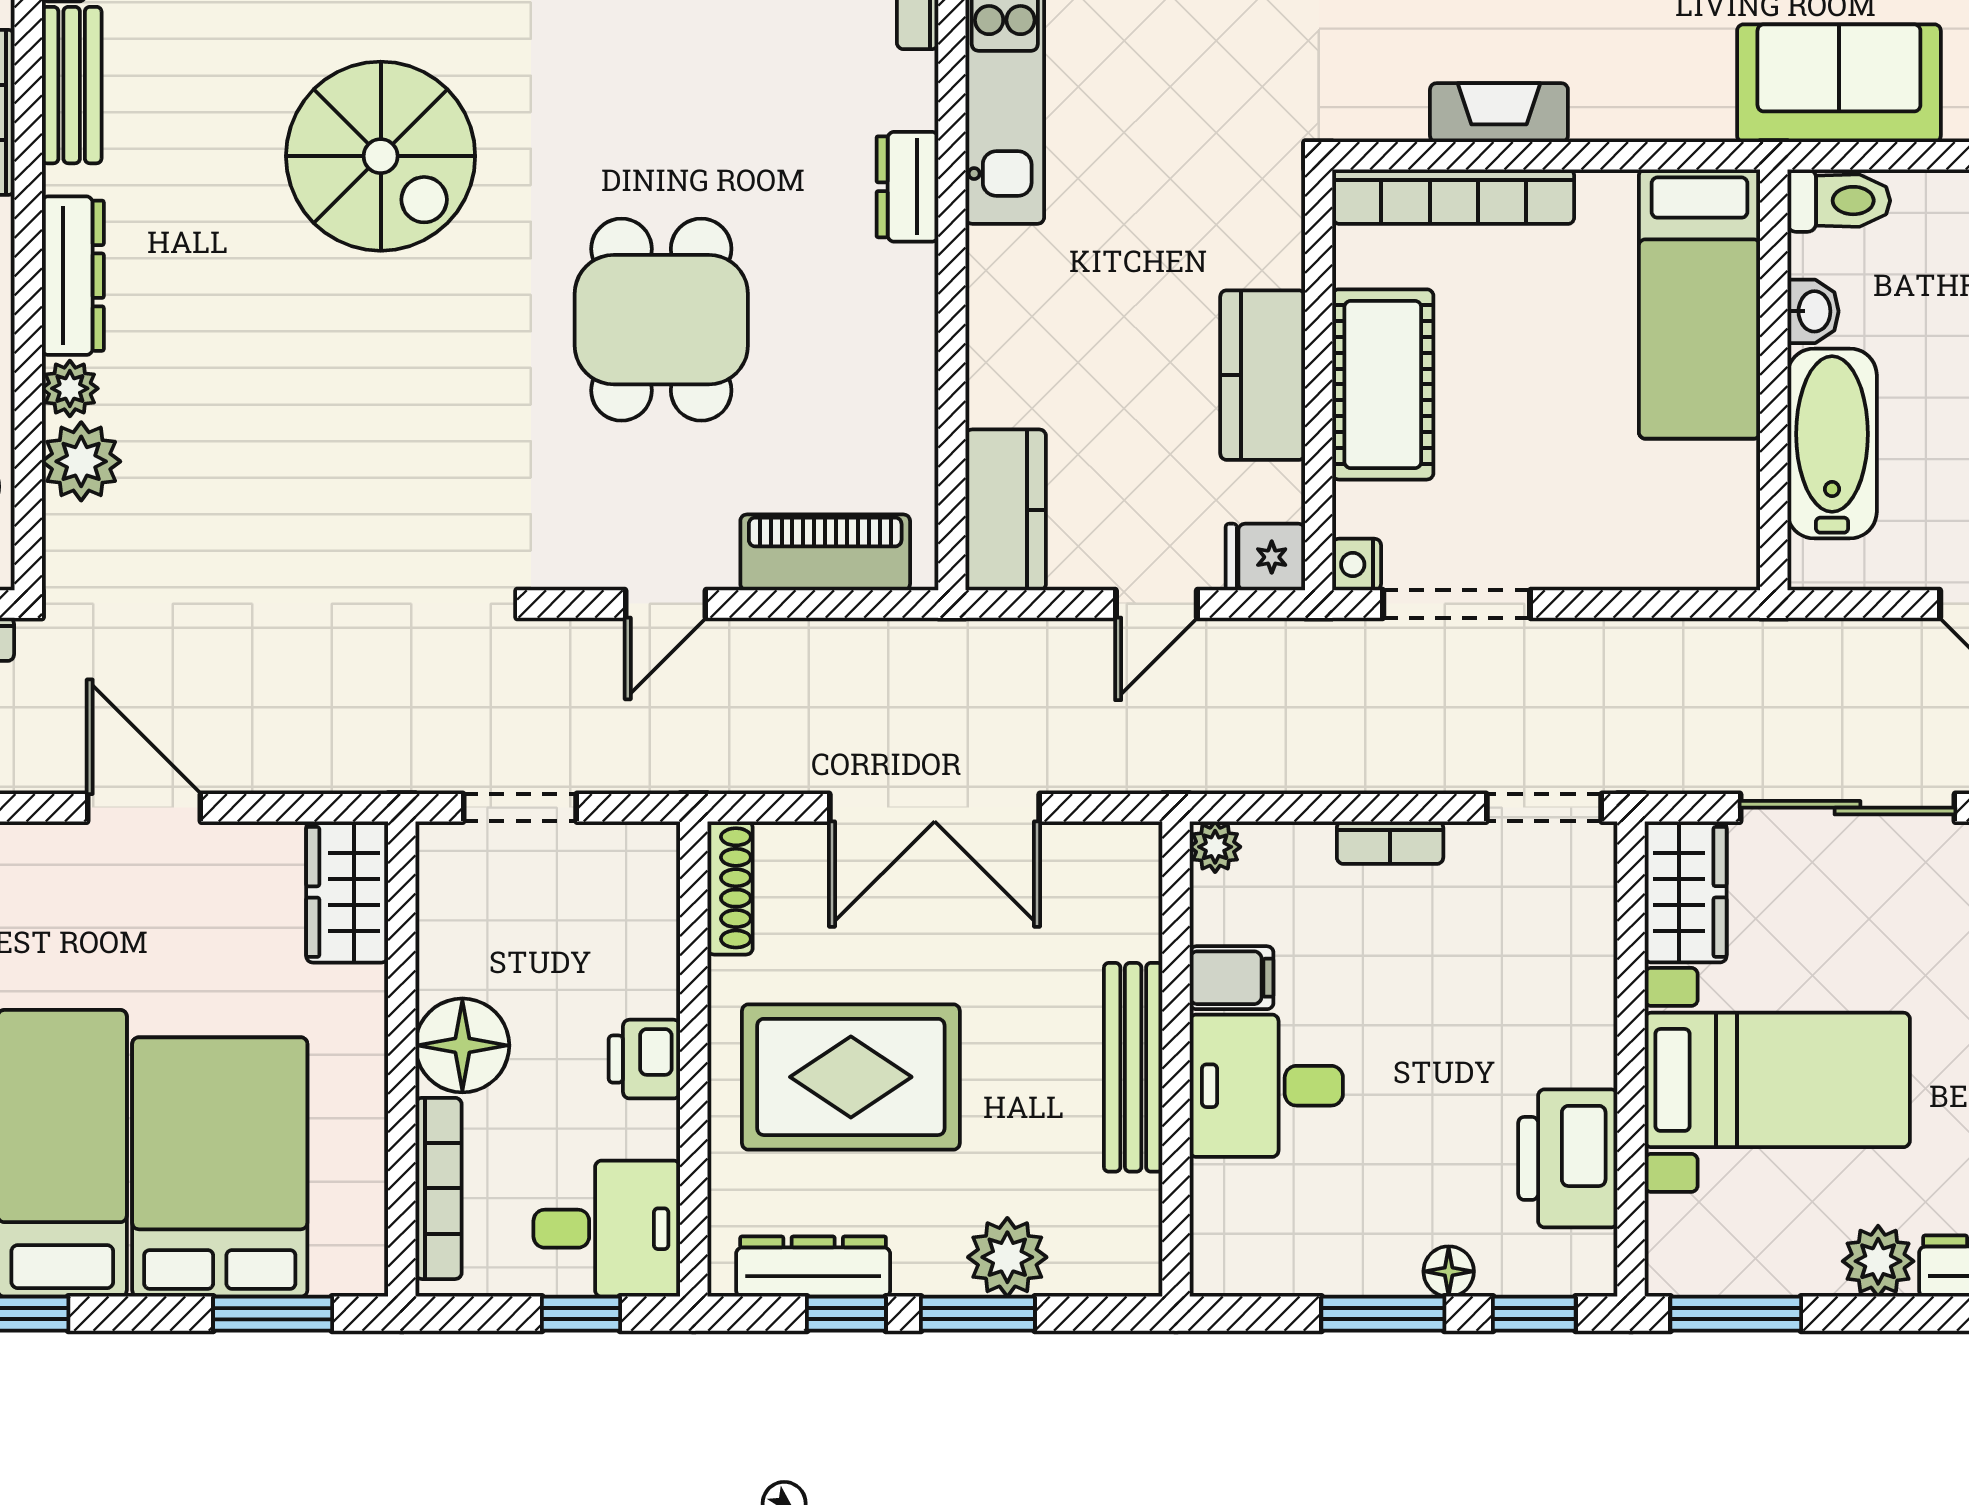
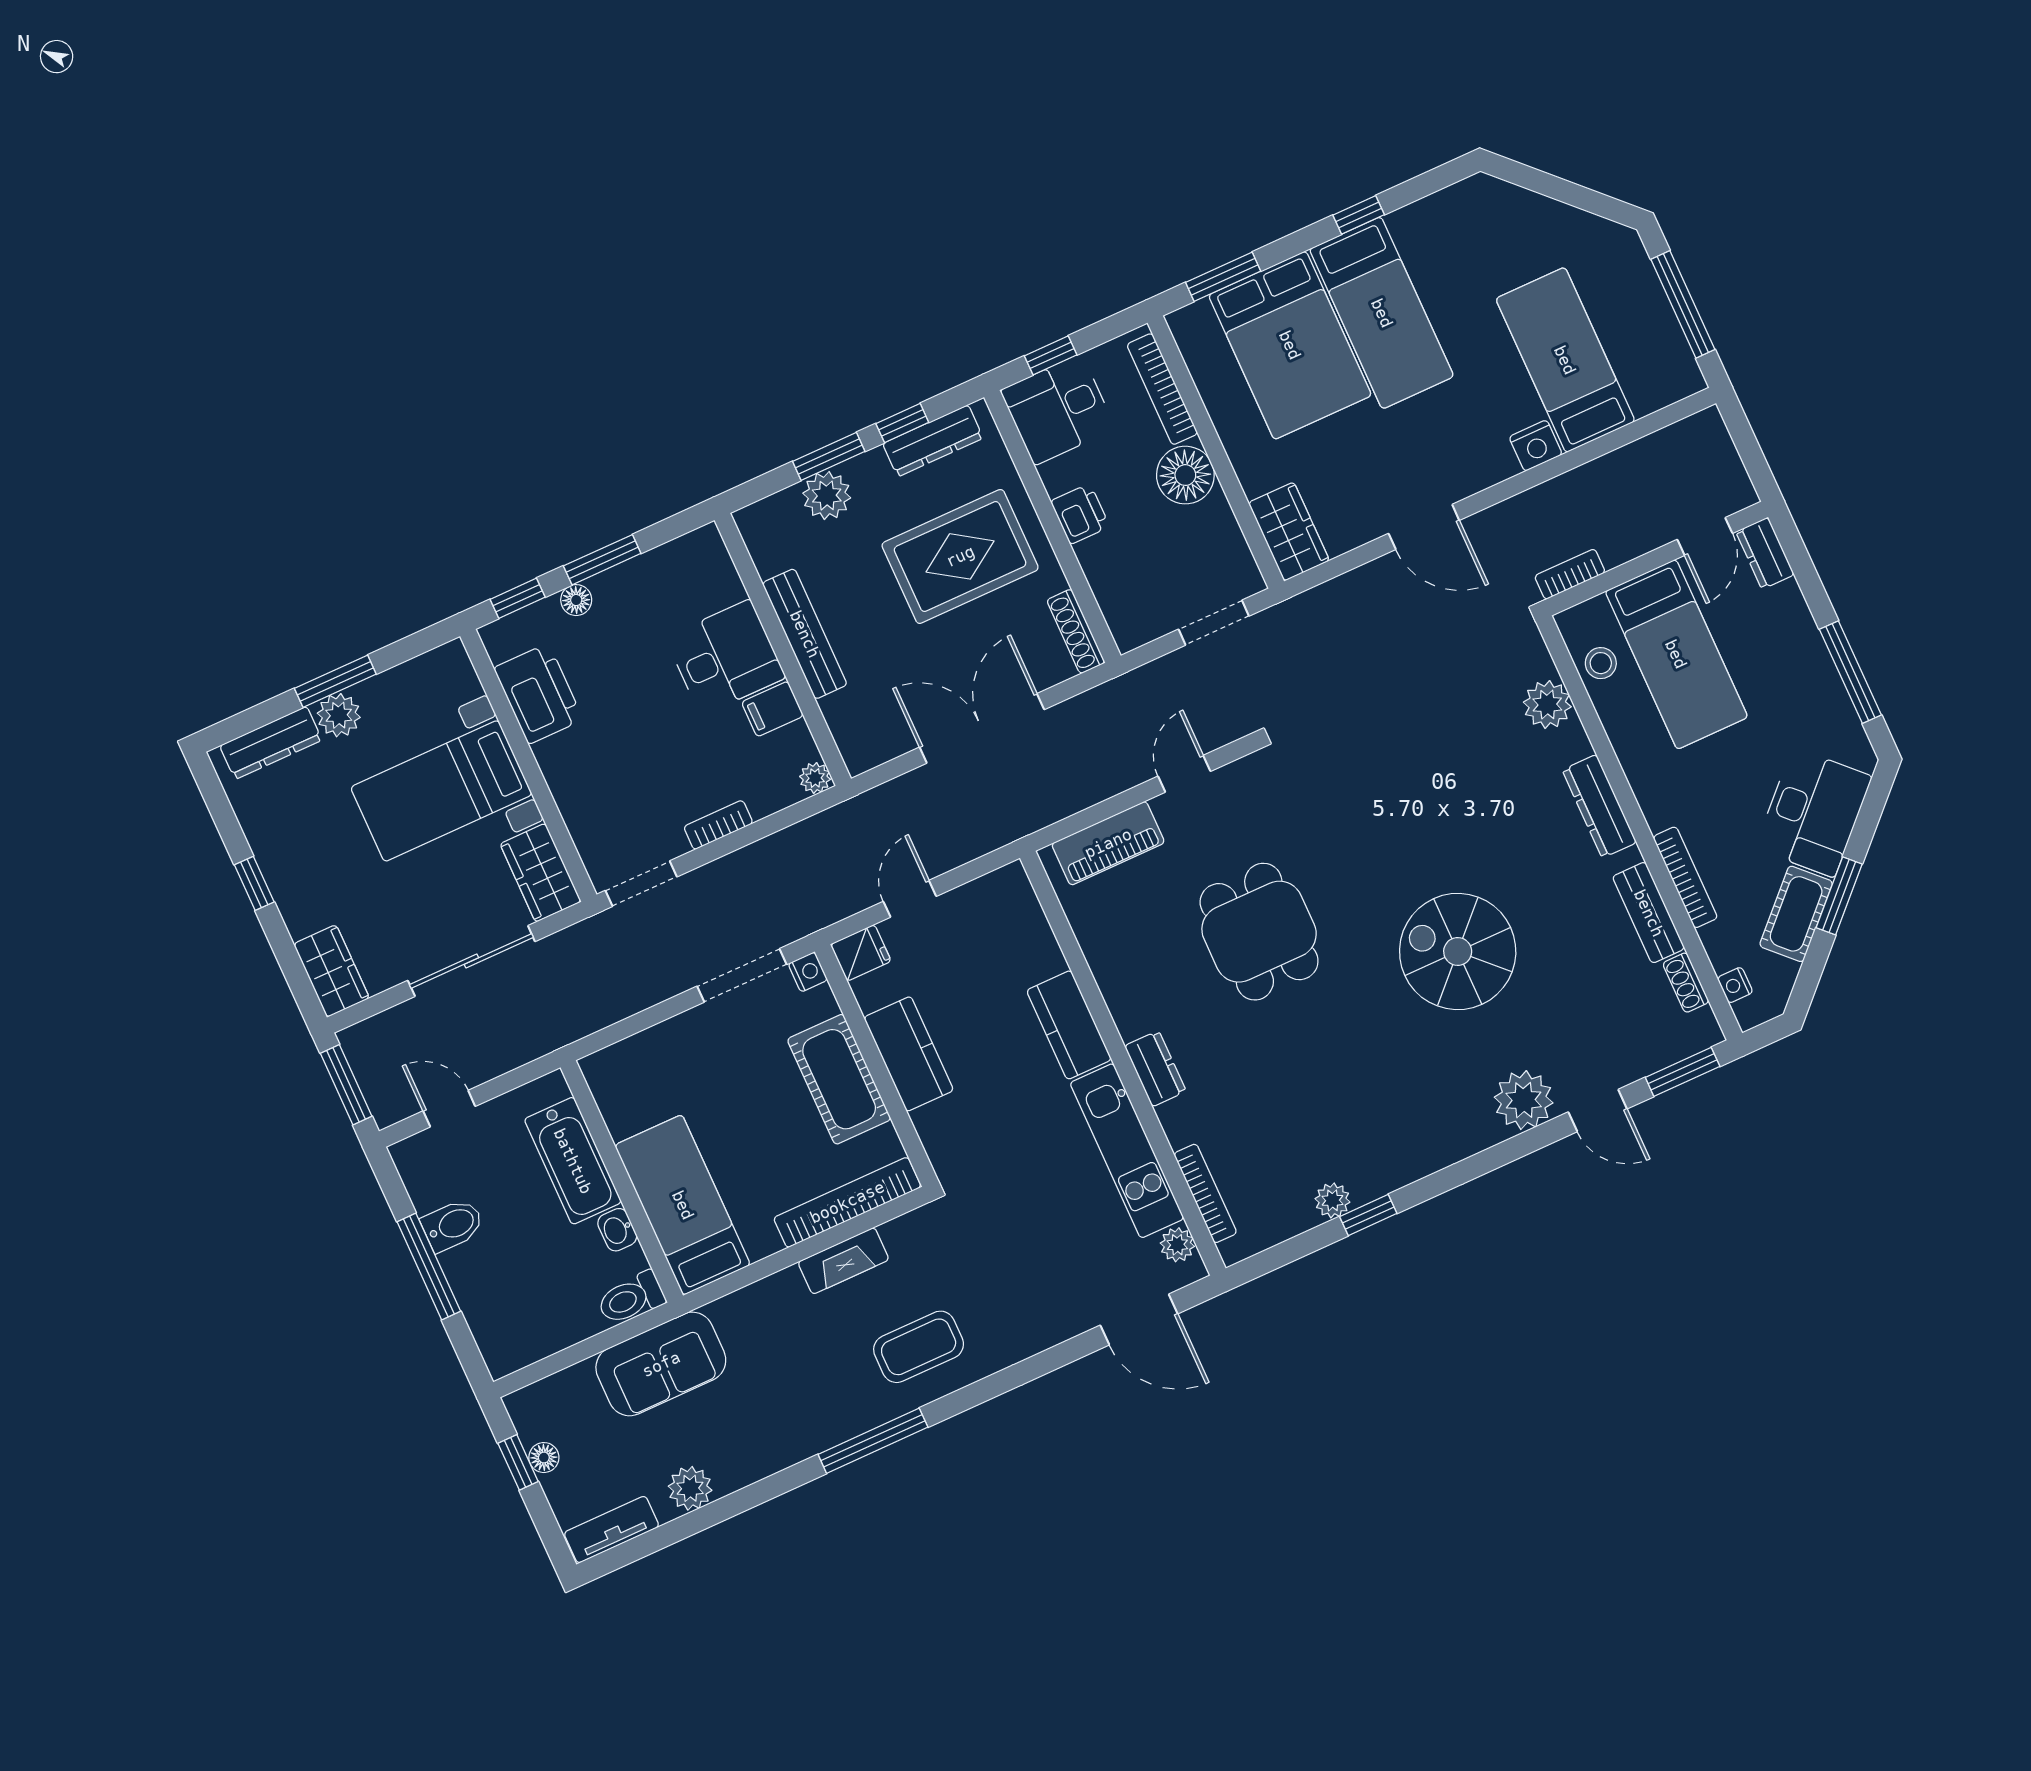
plant: (70, 388) -> (1572, 742), removed
kitchen counter: (1006, 510) -> (1069, 1025), moved
window: (1736, 1314) -> (335, 681), moved

